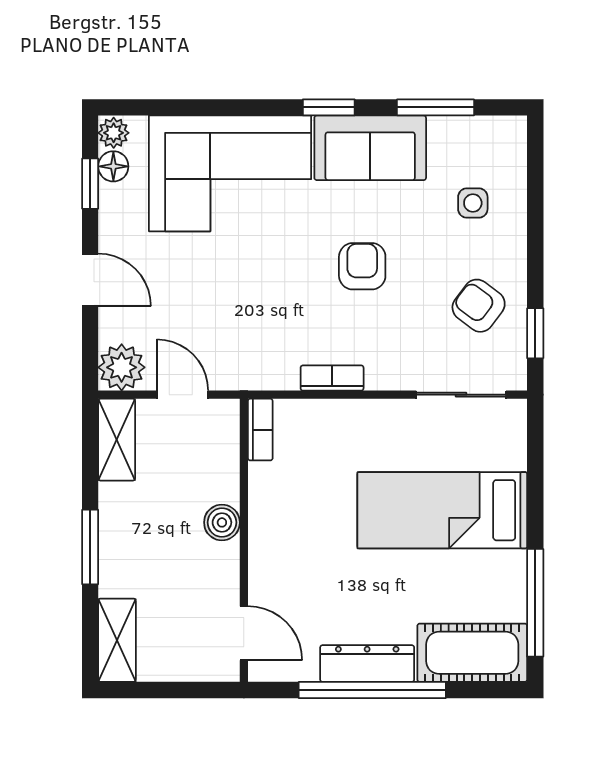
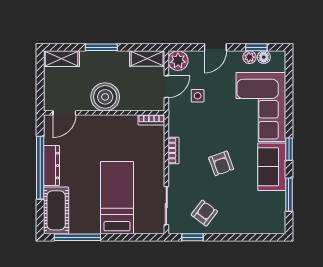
plant: (114, 133) -> (249, 57), moved
side table: (473, 203) -> (198, 96), moved
armchair: (362, 266) -> (221, 163), turned 70
boiler: (222, 522) -> (105, 97), width x1.86, depth x1.86

